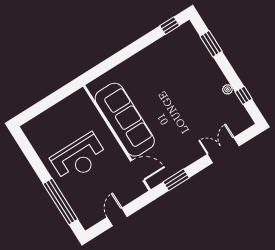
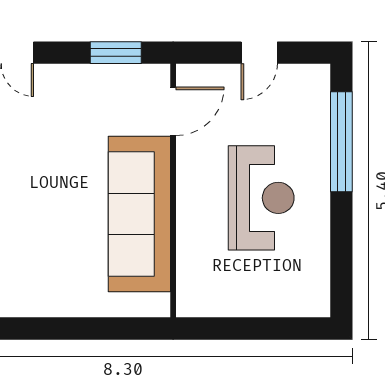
reception desk: (79, 158) -> (261, 198), turned 90
door: (137, 171) -> (173, 111), swing flipped

